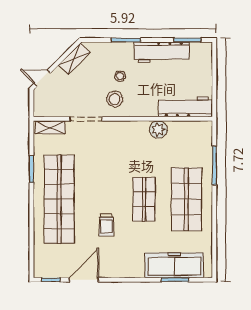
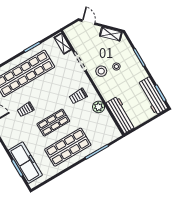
workbench: (162, 52) -> (152, 96), moved
trolley: (129, 147) -> (78, 96), added

